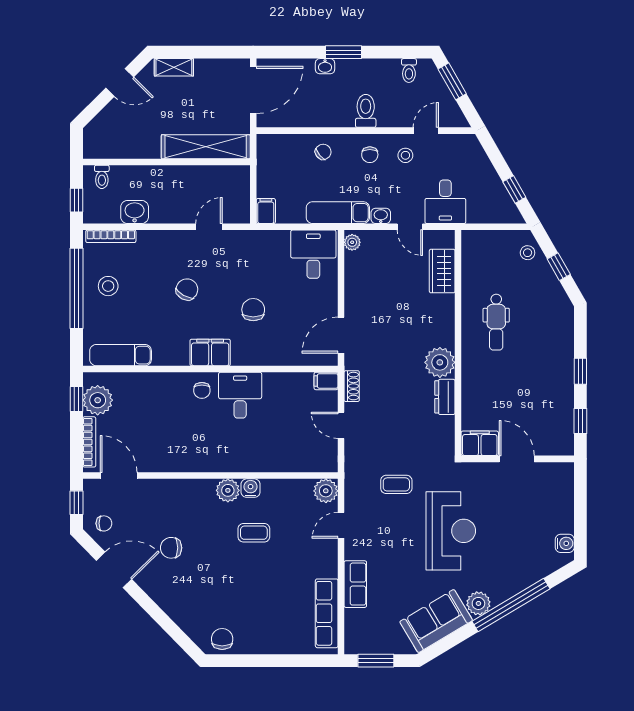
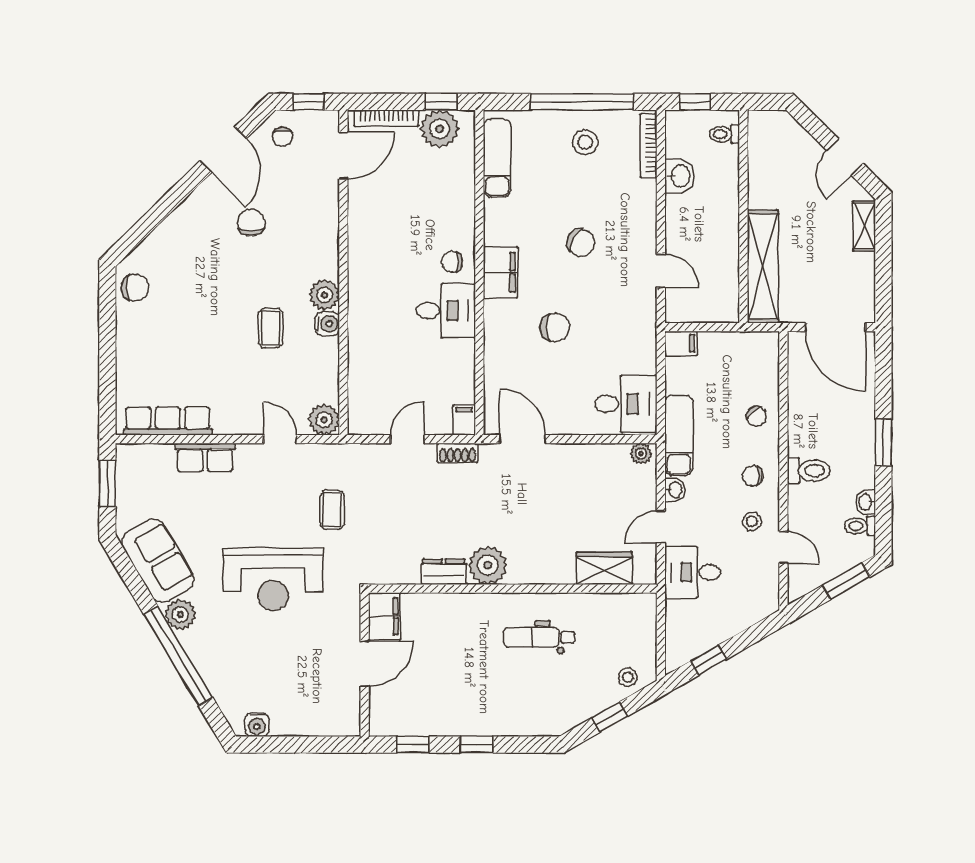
washbasin: (325, 66) -> (866, 502), moved

